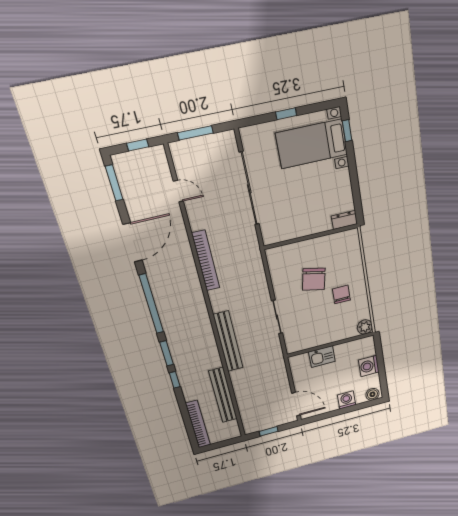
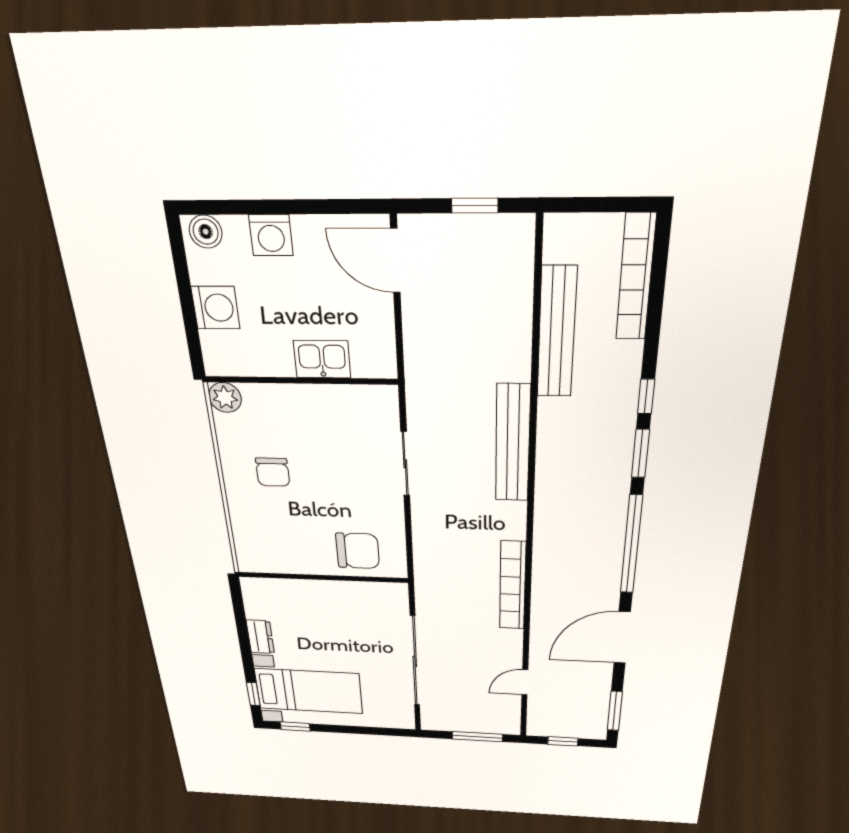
window: (286, 114) -> (295, 727), moved
door: (178, 191) -> (525, 682), hinge flipped
dresser: (344, 220) -> (260, 637), moved, turned -90
chair: (314, 279) -> (358, 551), moved, turned 78

